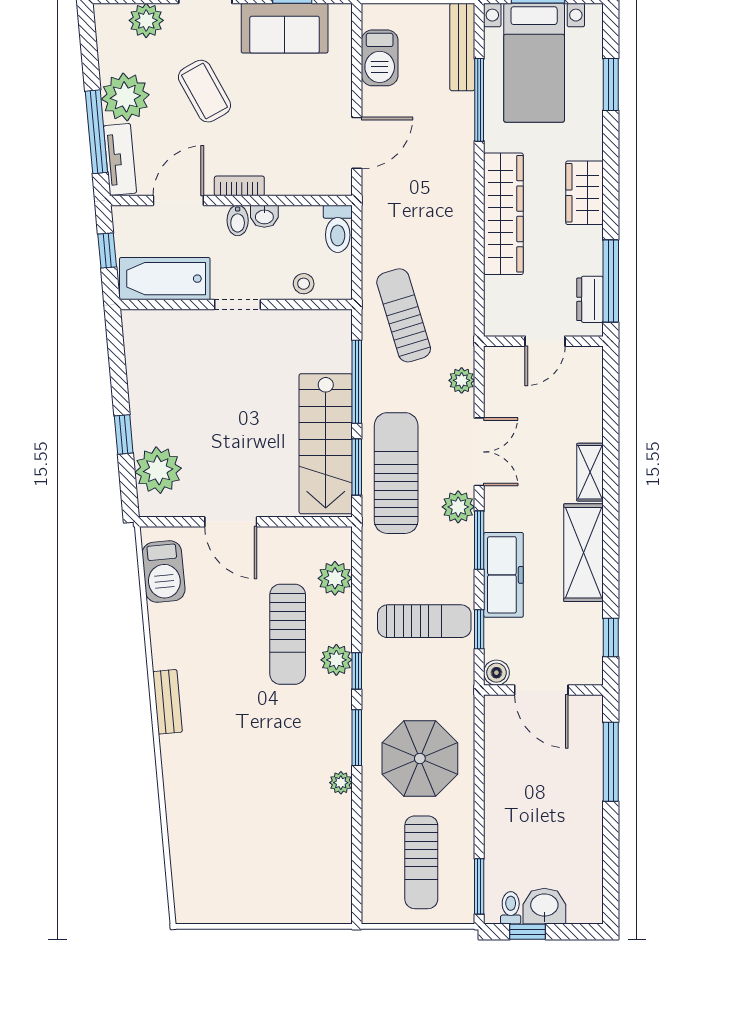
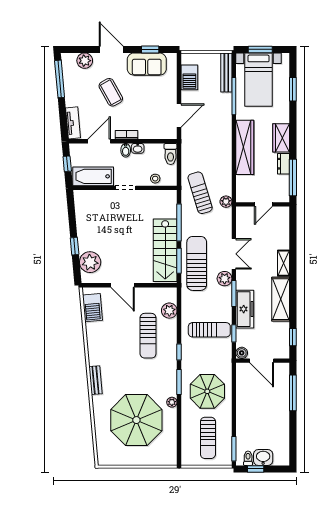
plant: (125, 97) -> (75, 95), removed
window: (96, 132) -> (60, 79), moved
dresser: (590, 299) -> (284, 164), moved
plant: (462, 380) -> (226, 202), moved
plant: (336, 660) -> (170, 347), removed
bench: (167, 702) -> (96, 380), moved
parasol: (262, 823) -> (136, 420), added

